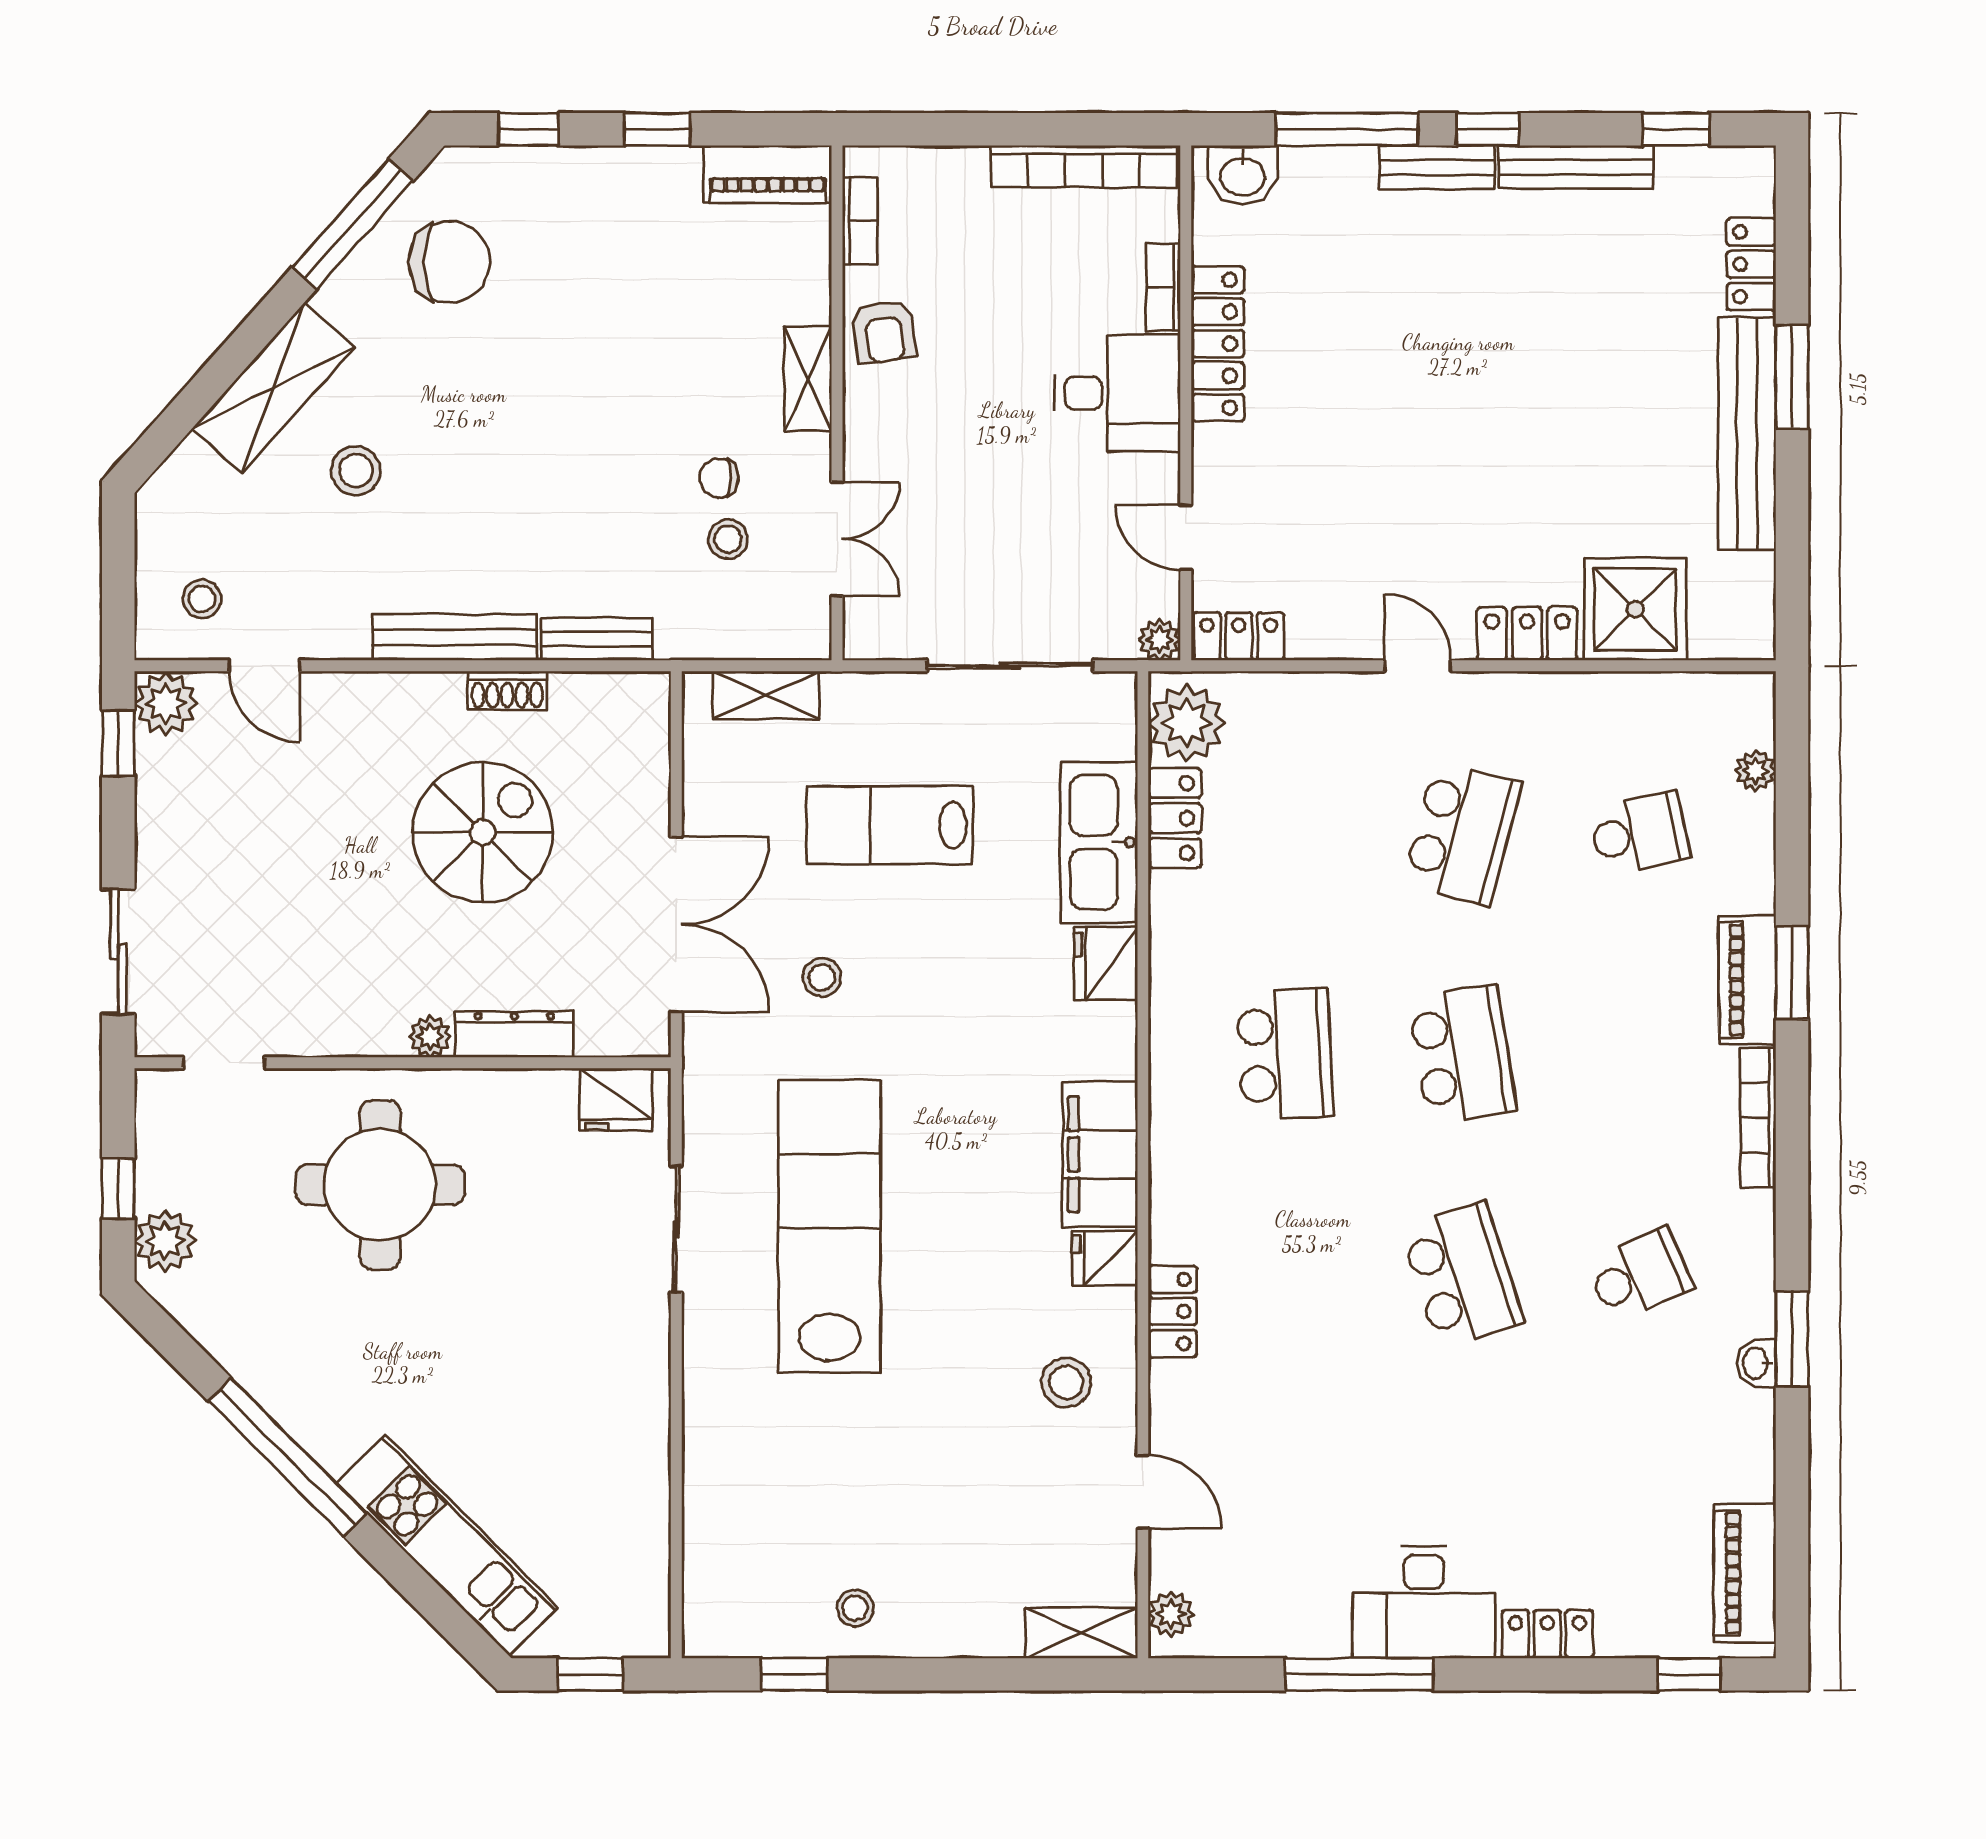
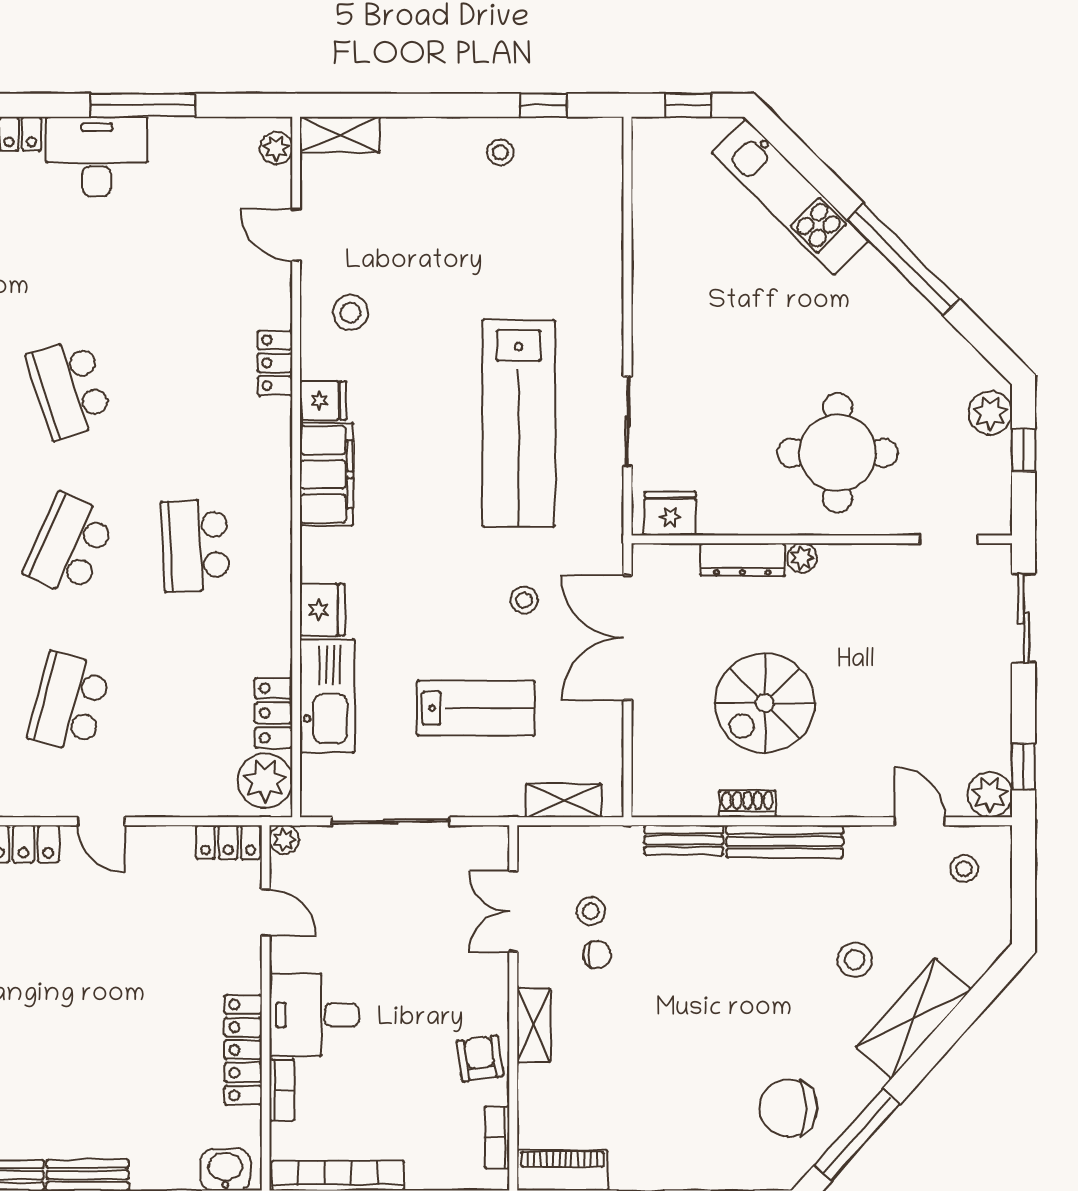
school desk: (1462, 1054) -> (70, 545), turned 33

